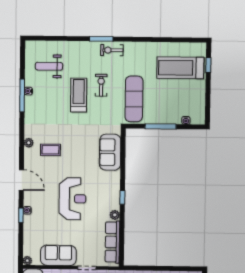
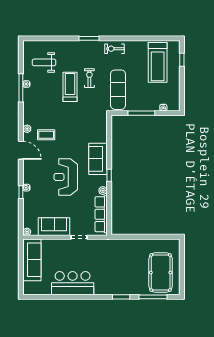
exercise bike: (112, 50) -> (115, 49), moved
treadmill: (180, 68) -> (158, 62), turned -90
sofa: (110, 152) -> (98, 159), moved
door: (21, 180) -> (21, 150), moved
reception desk: (72, 199) -> (66, 177), turned 180

